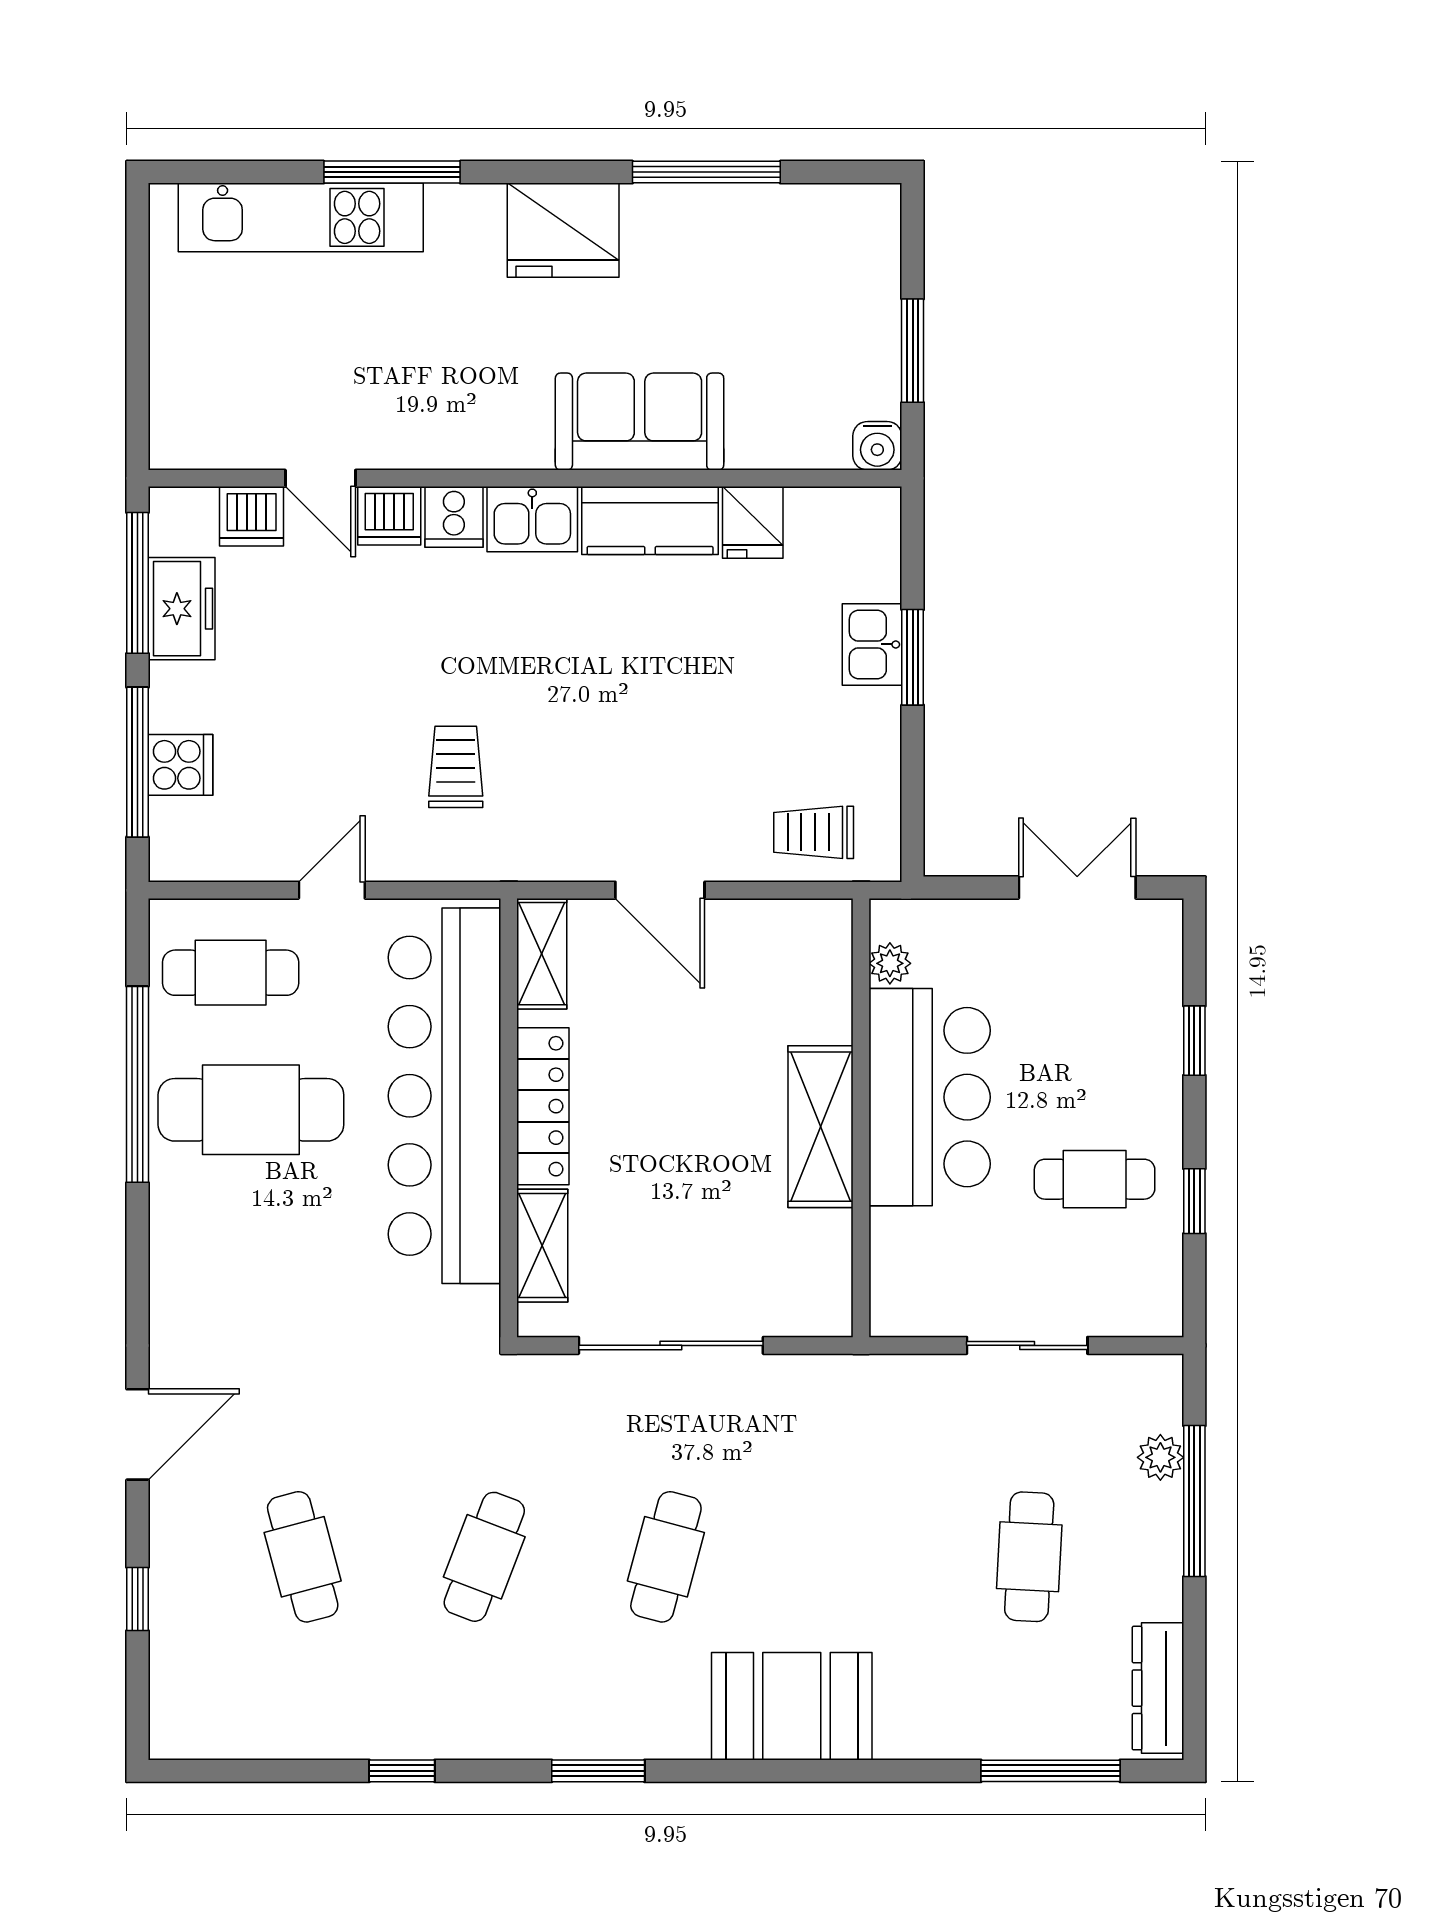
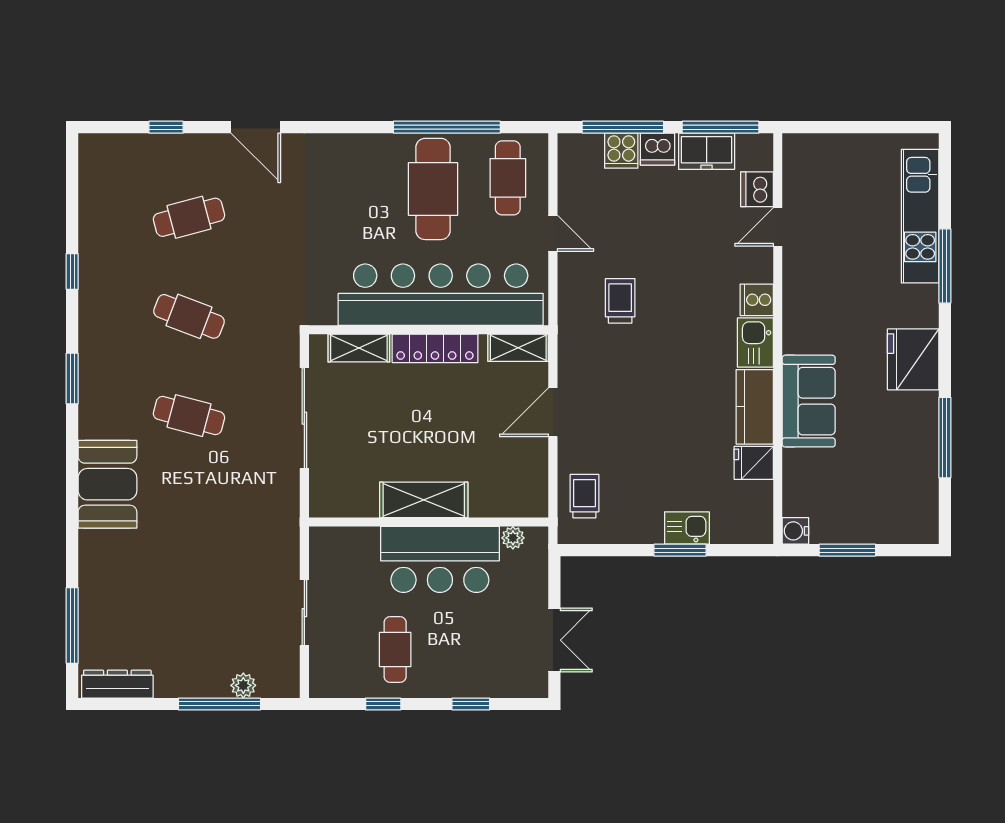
dishwasher: (389, 516) -> (657, 149), moved, turned -90
trolley: (456, 767) -> (620, 301), turned -90
cafe table: (1029, 1557) -> (189, 614), removed

